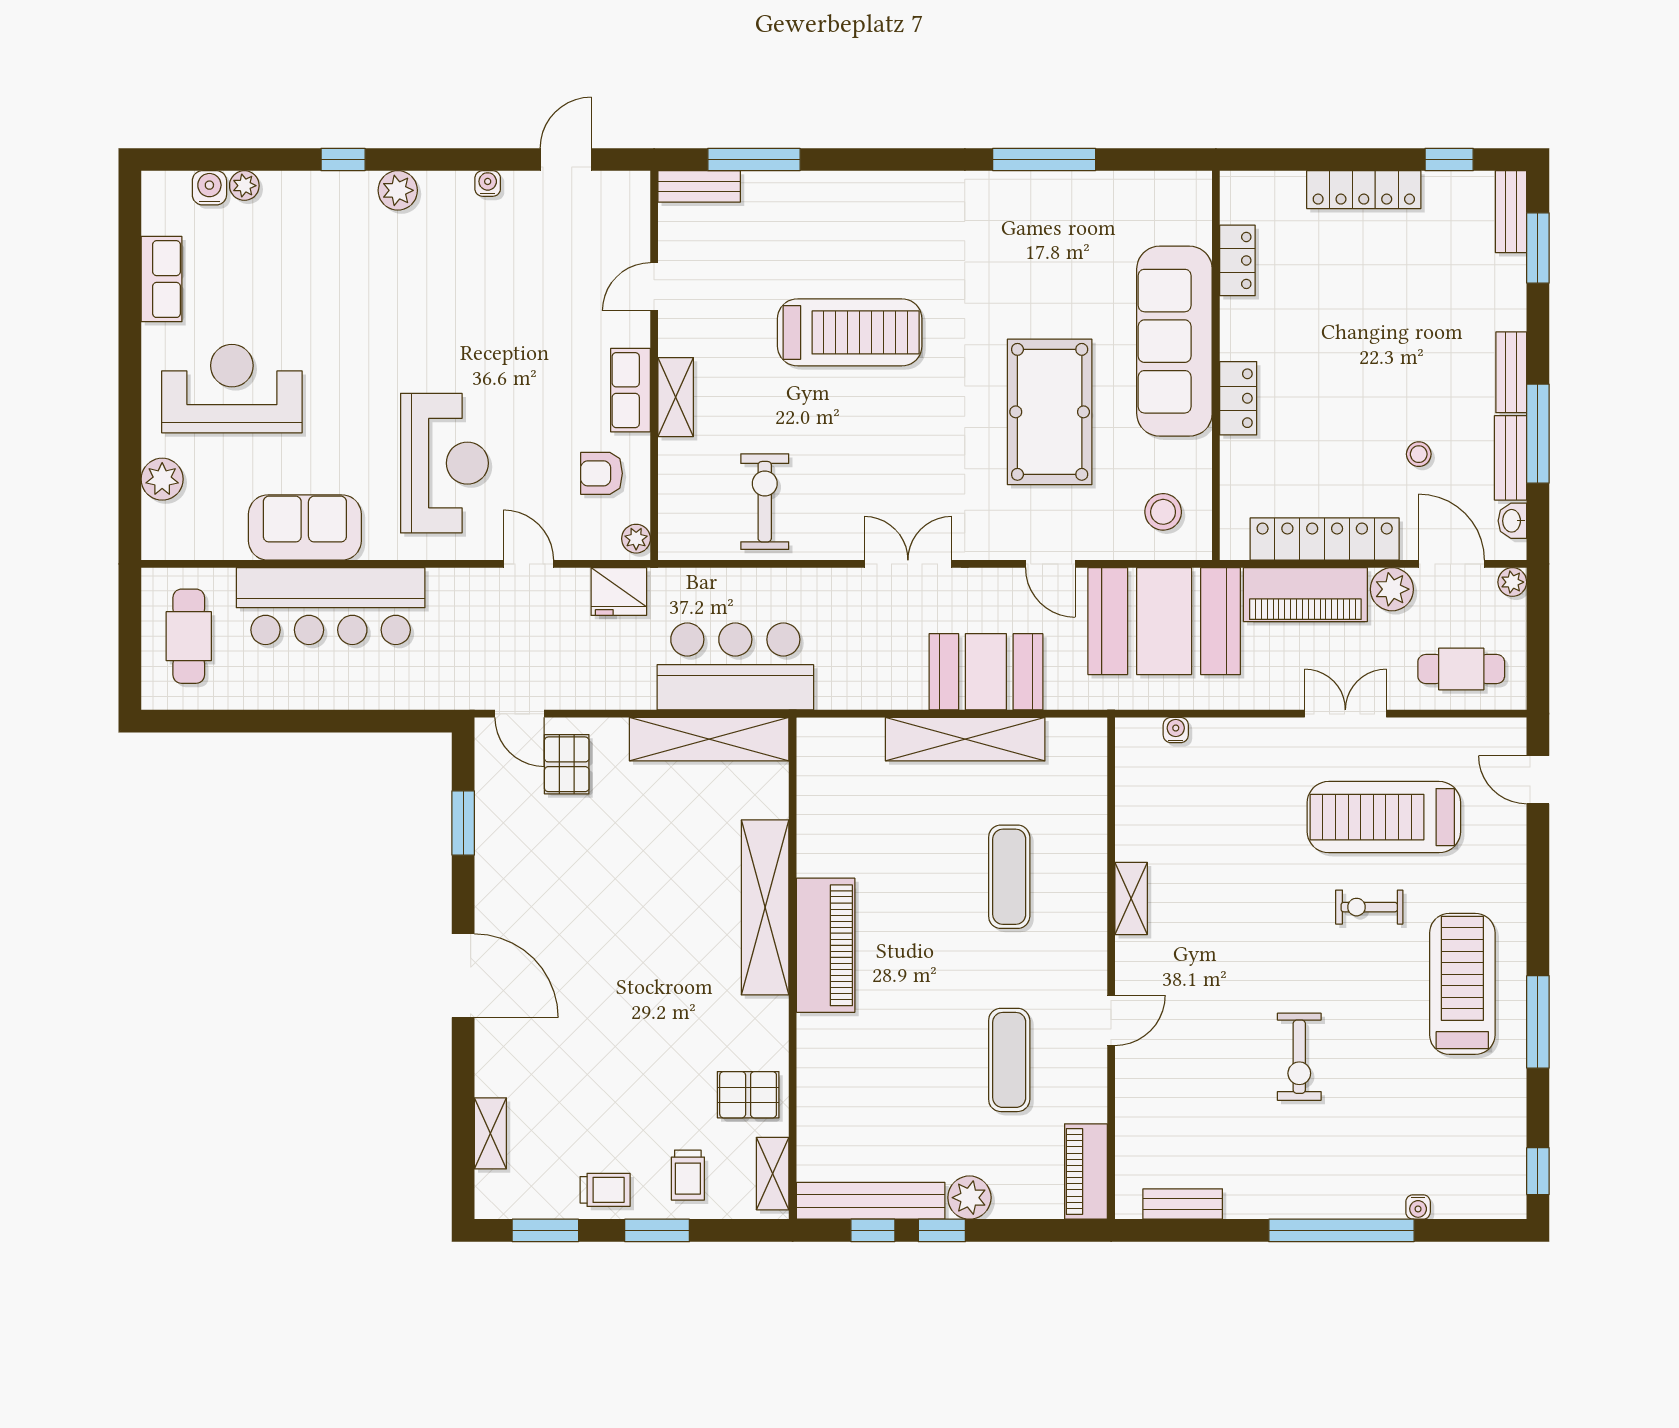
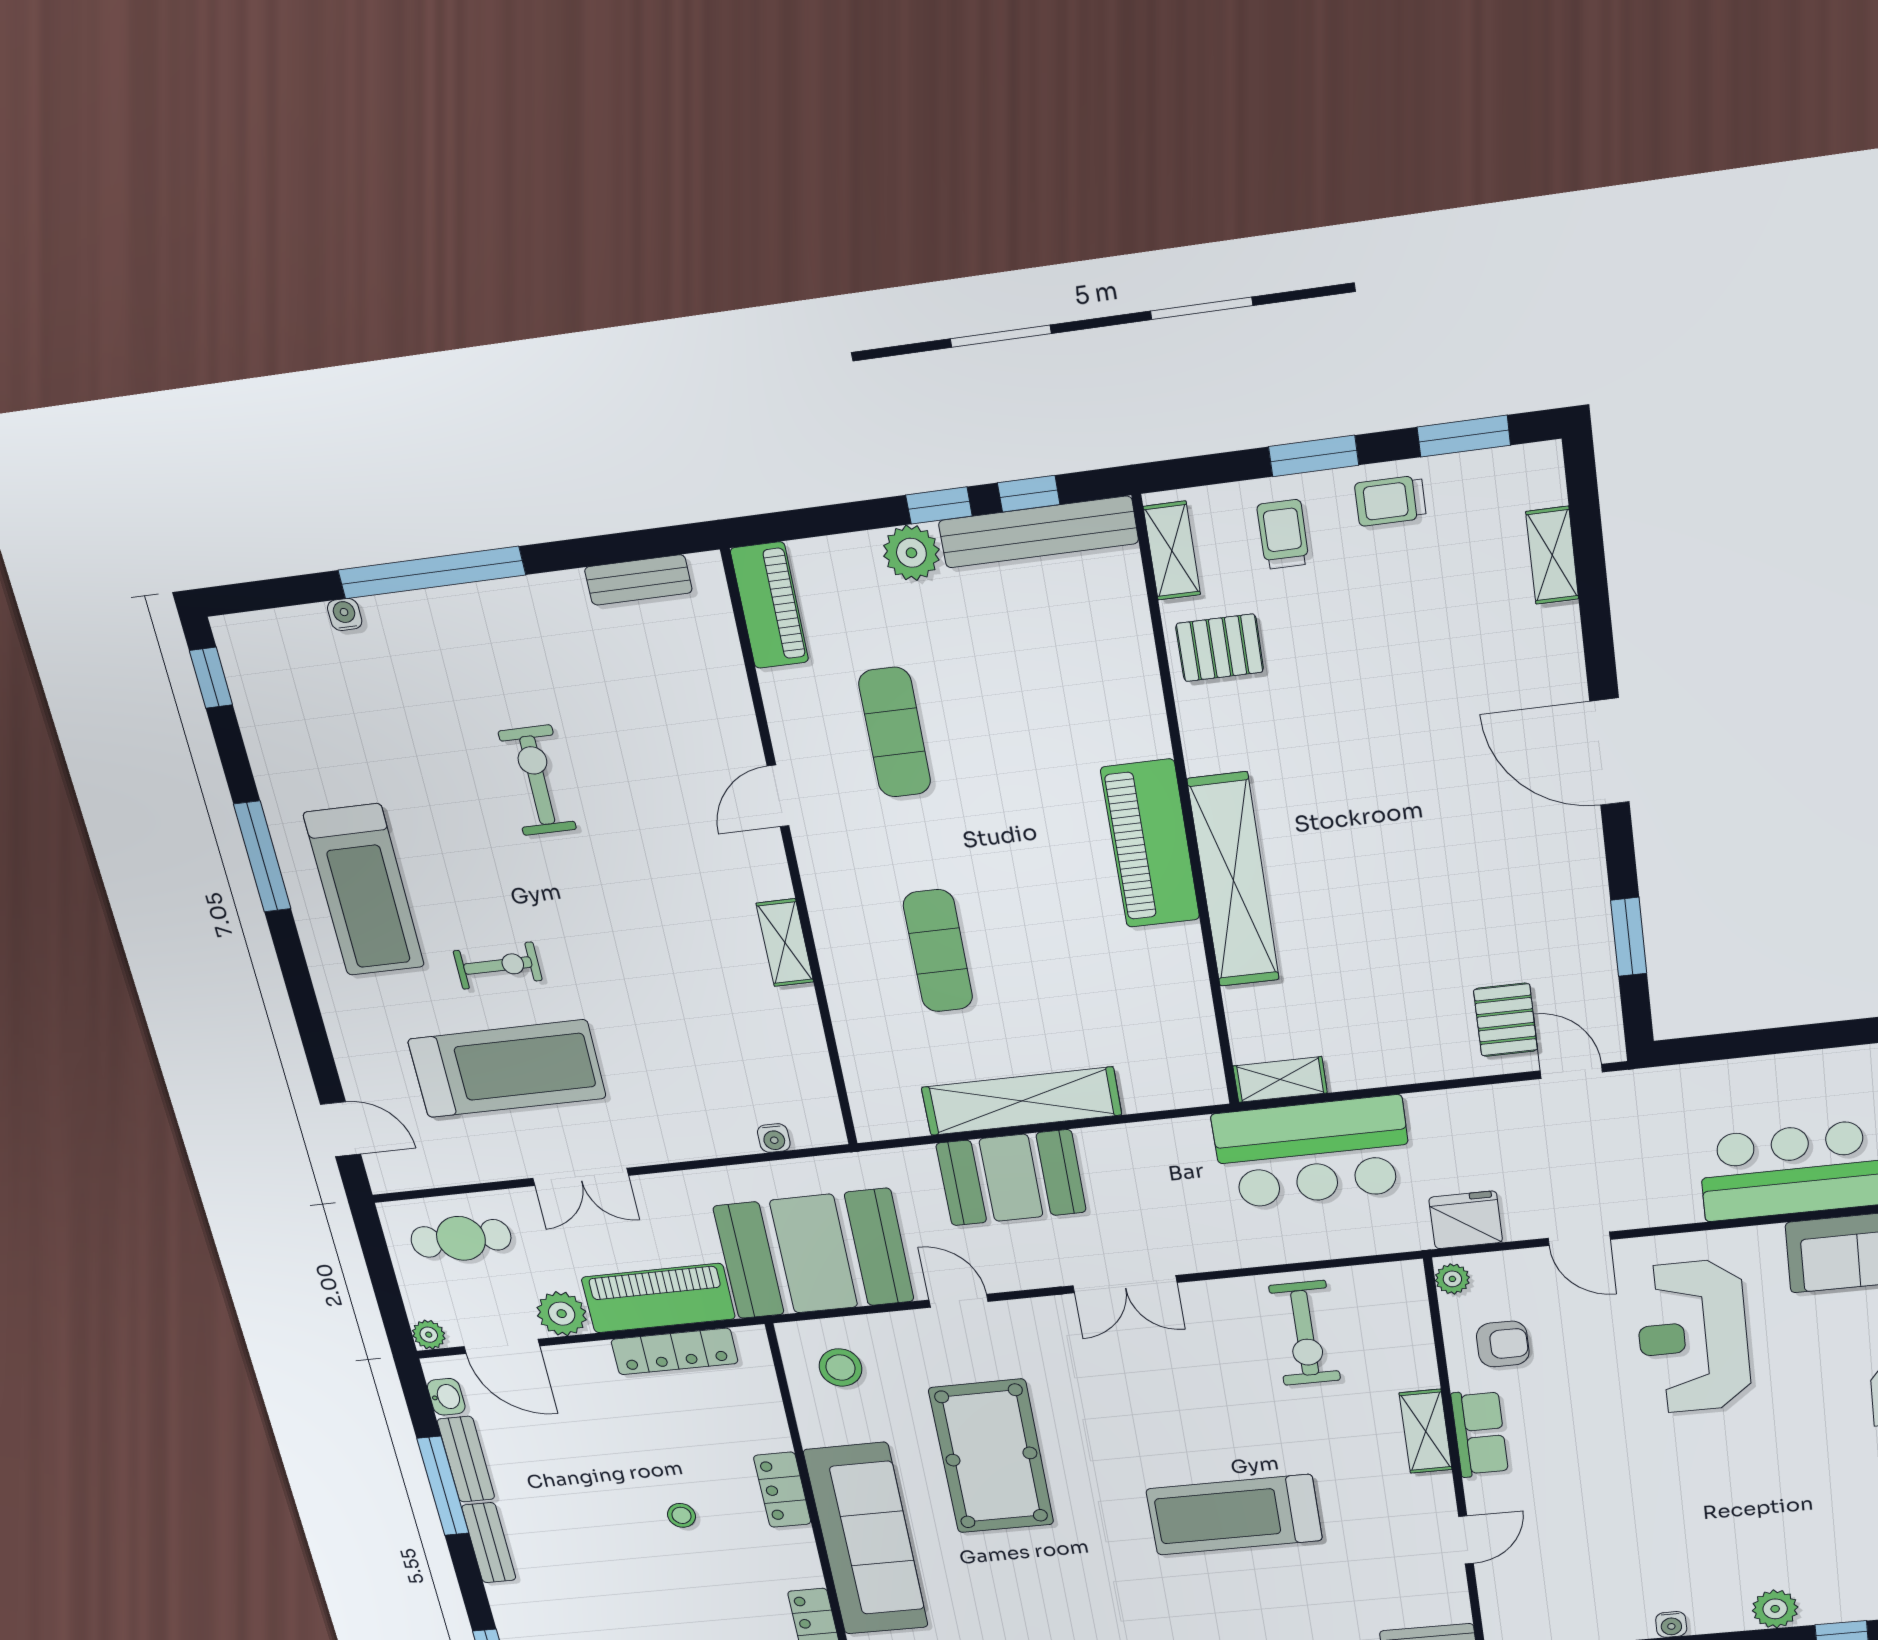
stool: (1419, 454) -> (682, 1515), moved
locker: (1325, 539) -> (674, 1351), width x0.71, depth x0.83
shelving: (709, 739) -> (1280, 1079), width x0.45, depth x0.75

